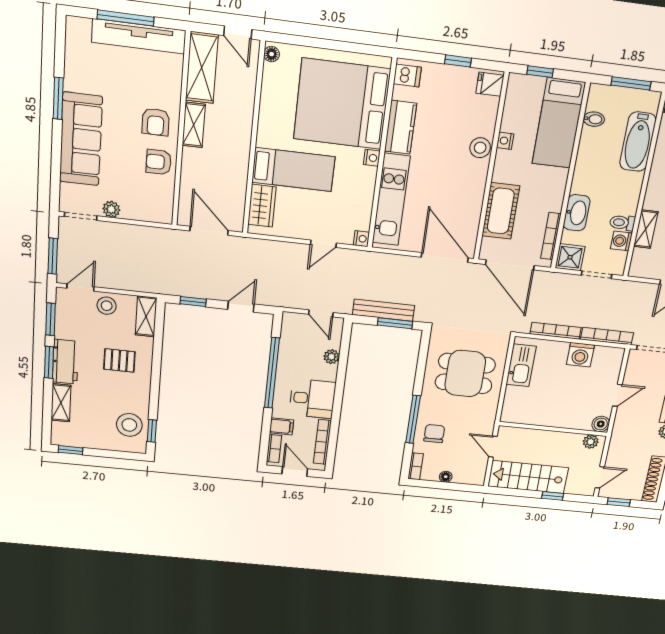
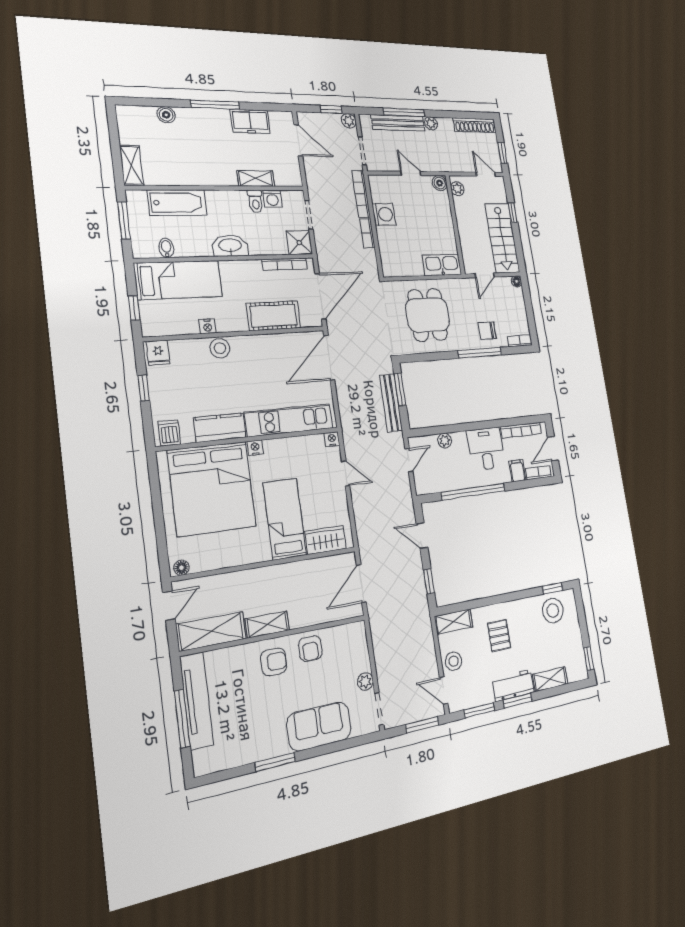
sofa: (81, 139) -> (319, 726), width x0.73
washbasin: (577, 213) -> (230, 246), moved
bookcase: (556, 331) -> (367, 233), width x0.64
kitchen sink: (521, 365) -> (442, 265), moved
floor lamp: (446, 477) -> (516, 281), moved

